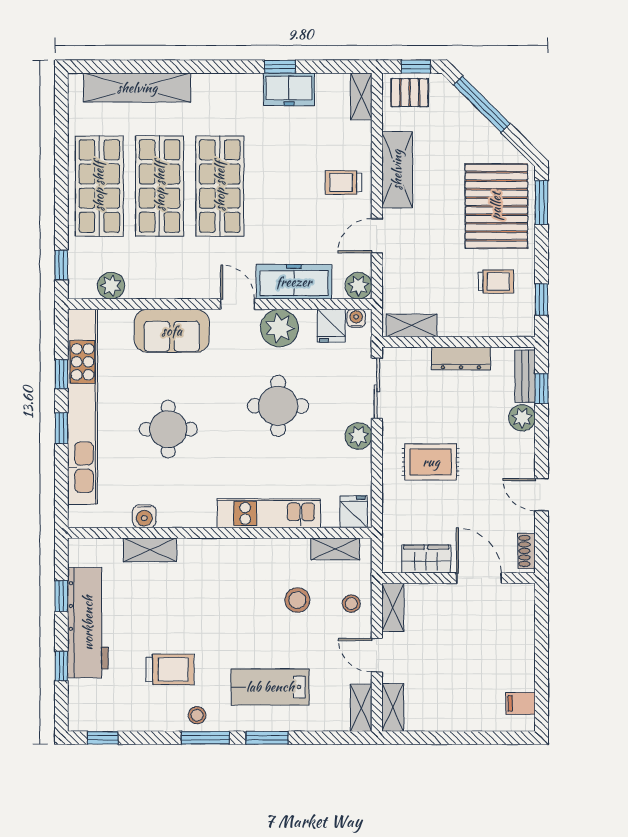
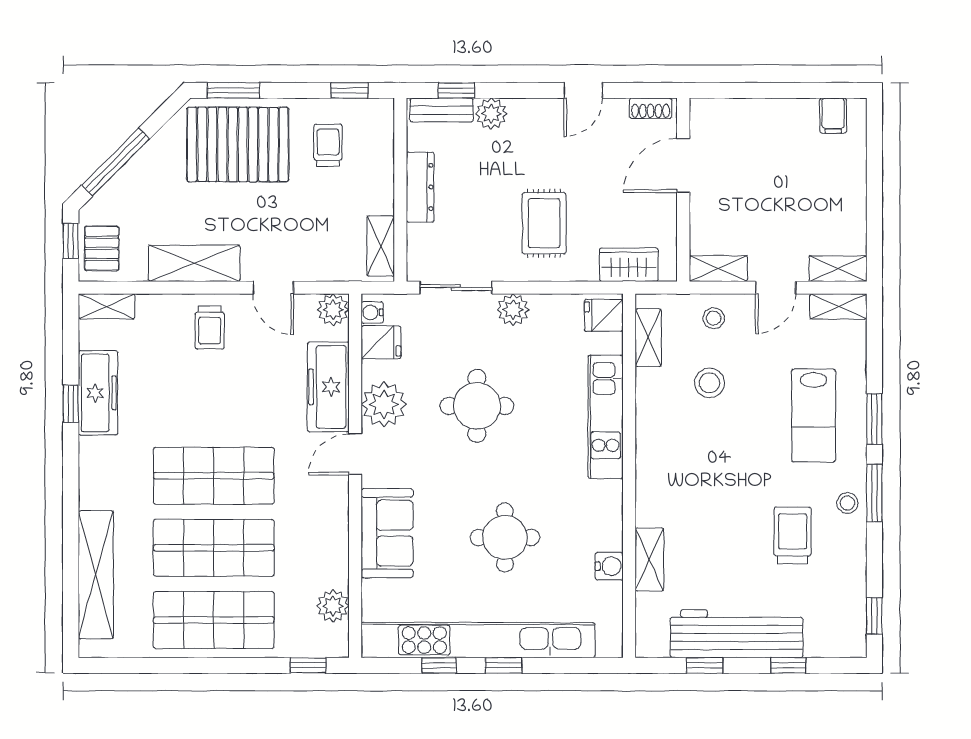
freezer: (289, 89) -> (98, 393), width x1.40
wardrobe: (426, 559) -> (629, 265), moved, turned 90

